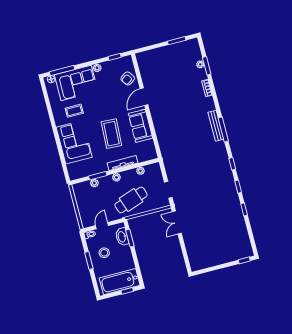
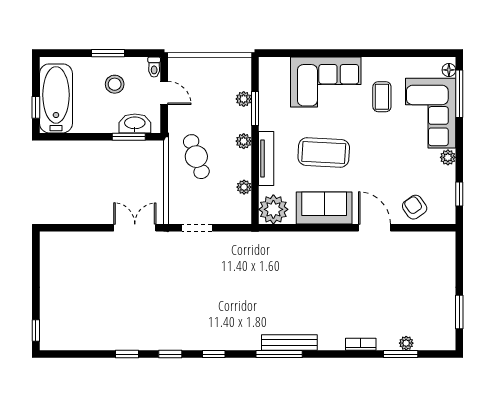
plant: (148, 152) -> (273, 209), added
cafe table: (131, 200) -> (196, 157), width x0.73, depth x0.74

